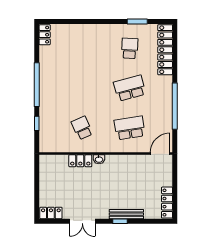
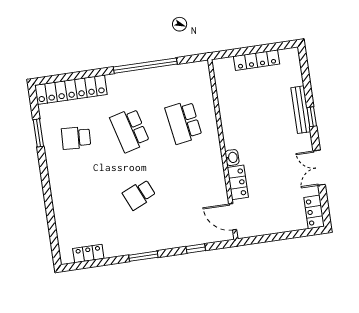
locker: (45, 35) -> (88, 253), moved
window: (37, 85) -> (143, 256), width x0.47
school desk: (82, 128) -> (139, 195), moved
door: (160, 154) -> (233, 217), moved
locker: (167, 203) -> (256, 60), moved
double door: (82, 221) -> (319, 168), swing flipped

